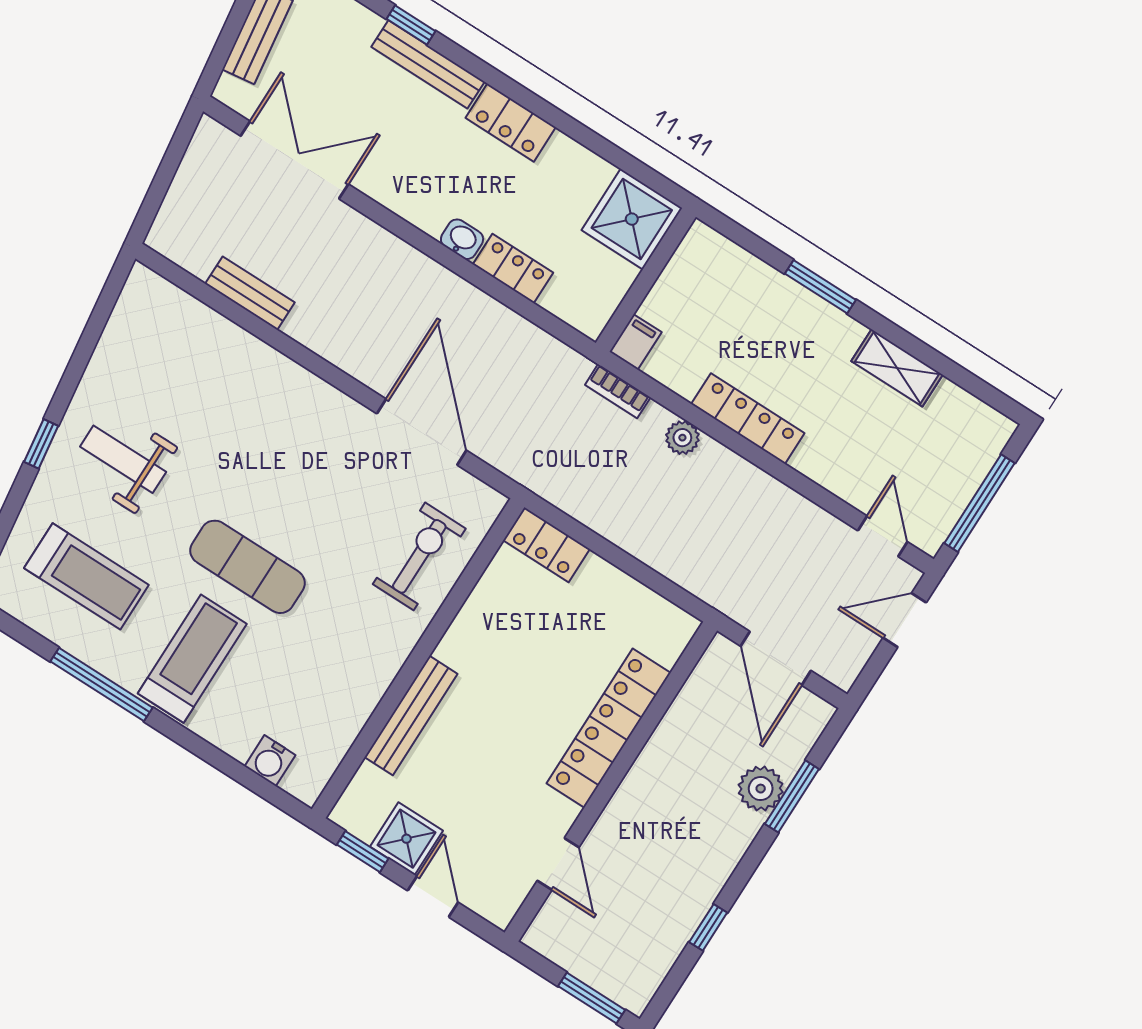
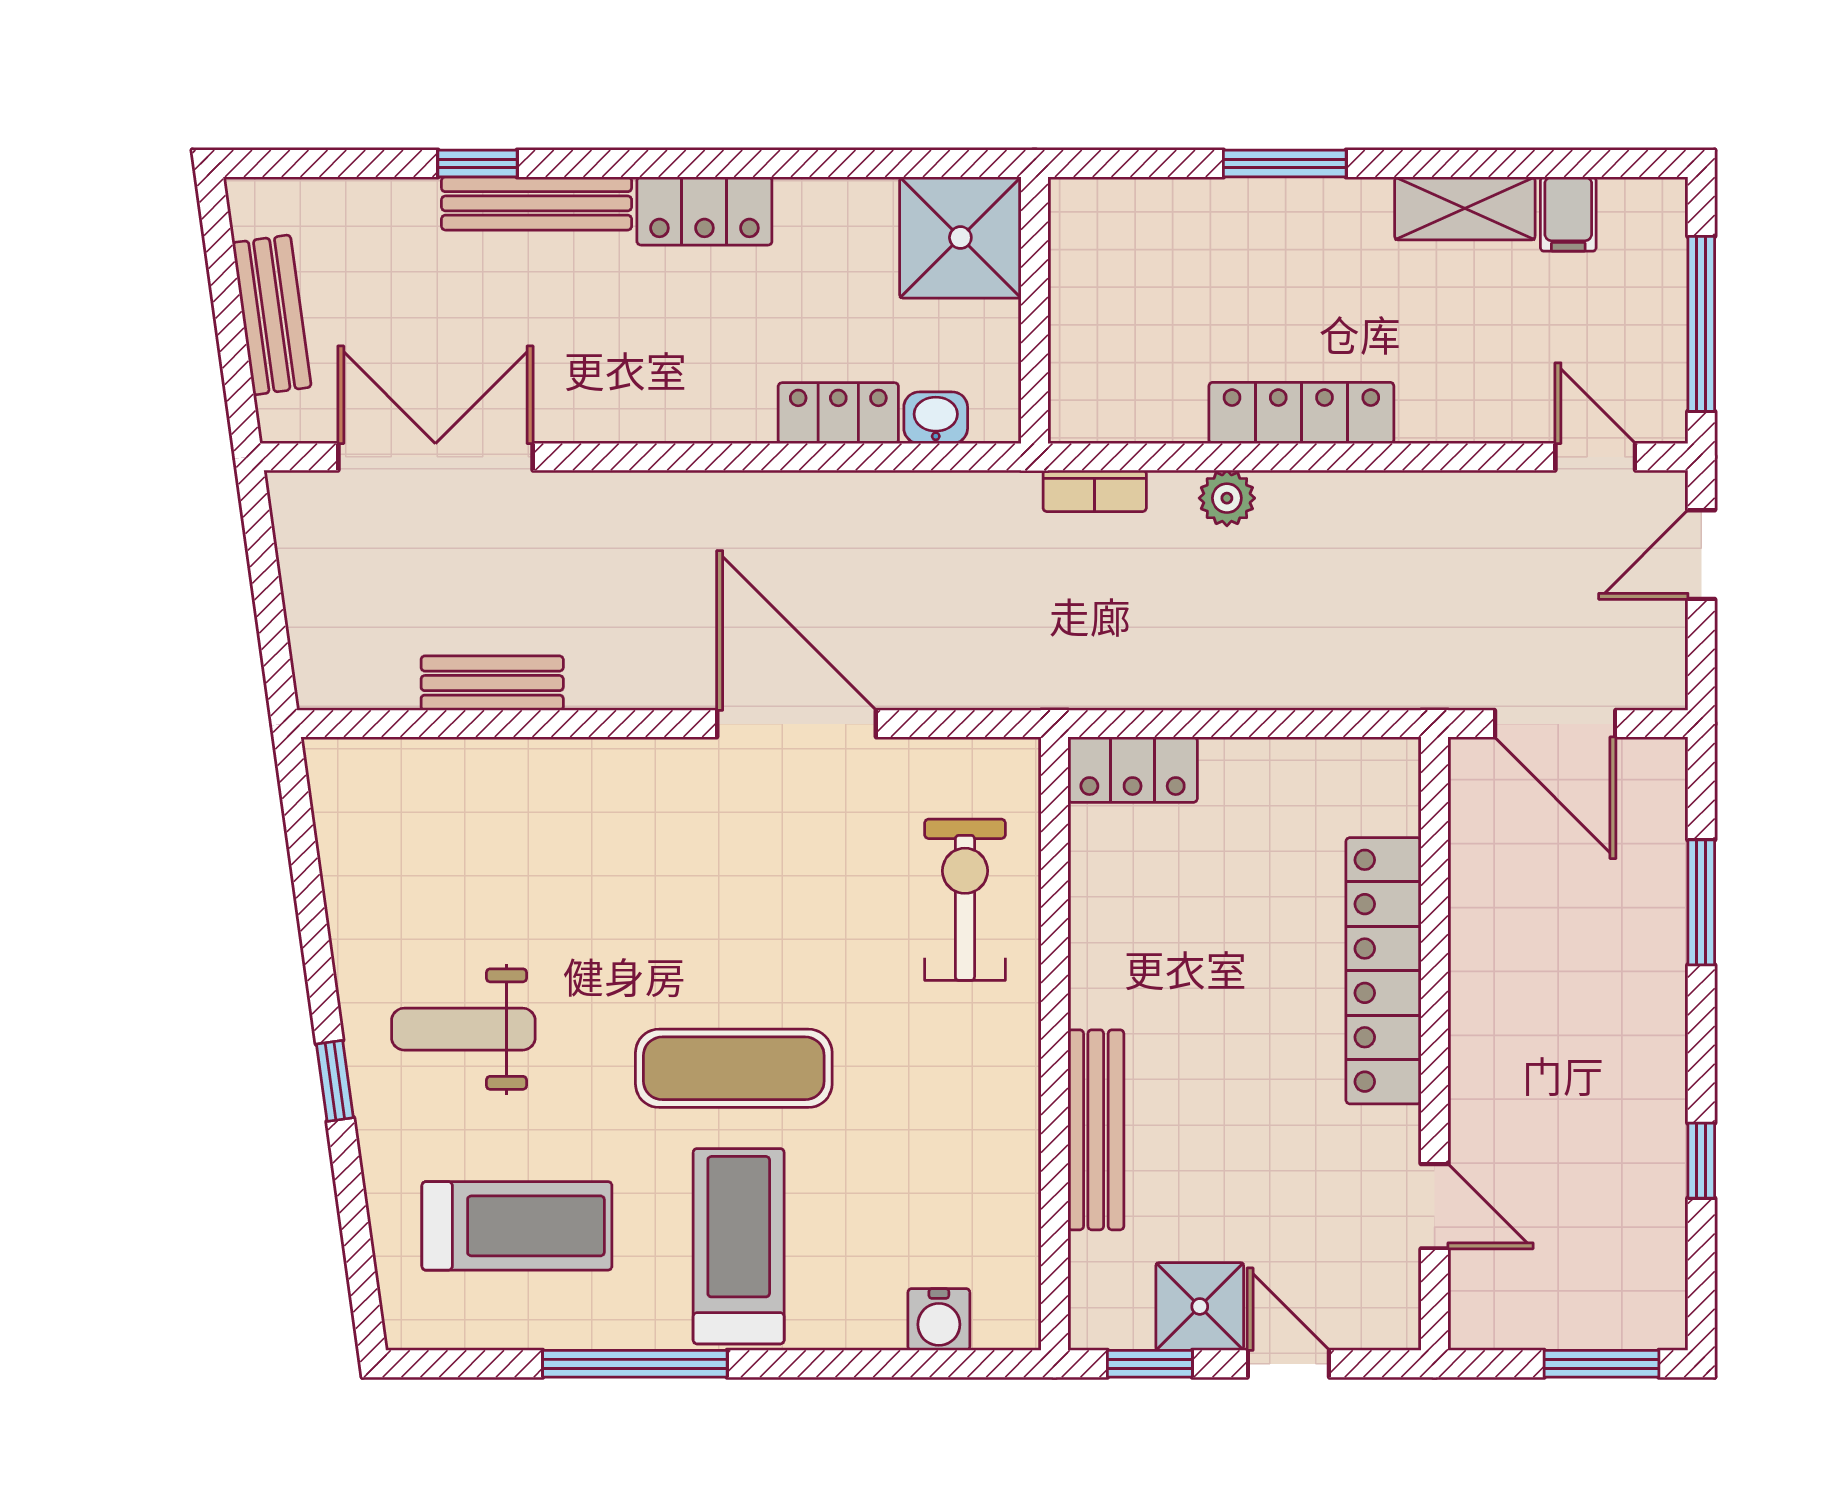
washbasin: (462, 239) -> (936, 418), moved
filing cabinet: (636, 342) -> (1568, 214), moved, turned 180
door: (422, 432) -> (797, 724), moved
plant: (761, 789) -> (1651, 919), removed

